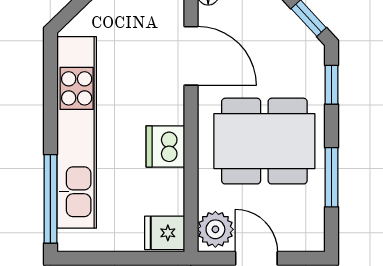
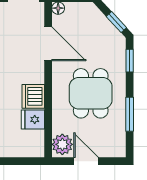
dining table: (264, 141) -> (91, 93), width x0.73
fridge: (165, 233) -> (33, 119), moved

